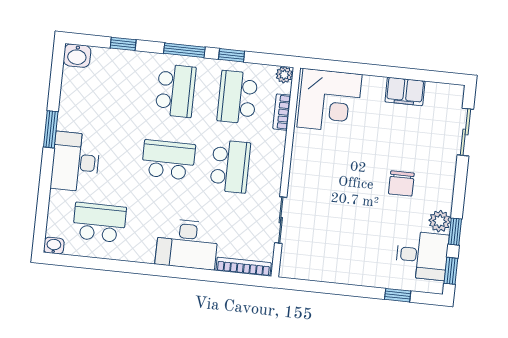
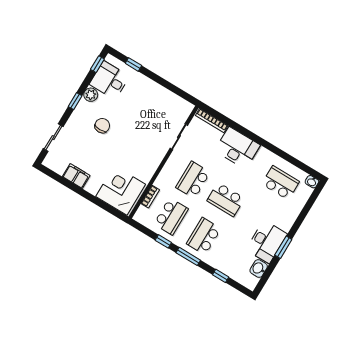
washbasin: (77, 56) -> (259, 268), moved, turned -90
plant: (284, 75) -> (139, 217), removed
desk: (75, 162) -> (266, 242), moved
school desk: (99, 222) -> (281, 183), turned 180
window: (455, 232) -> (75, 101), moved

